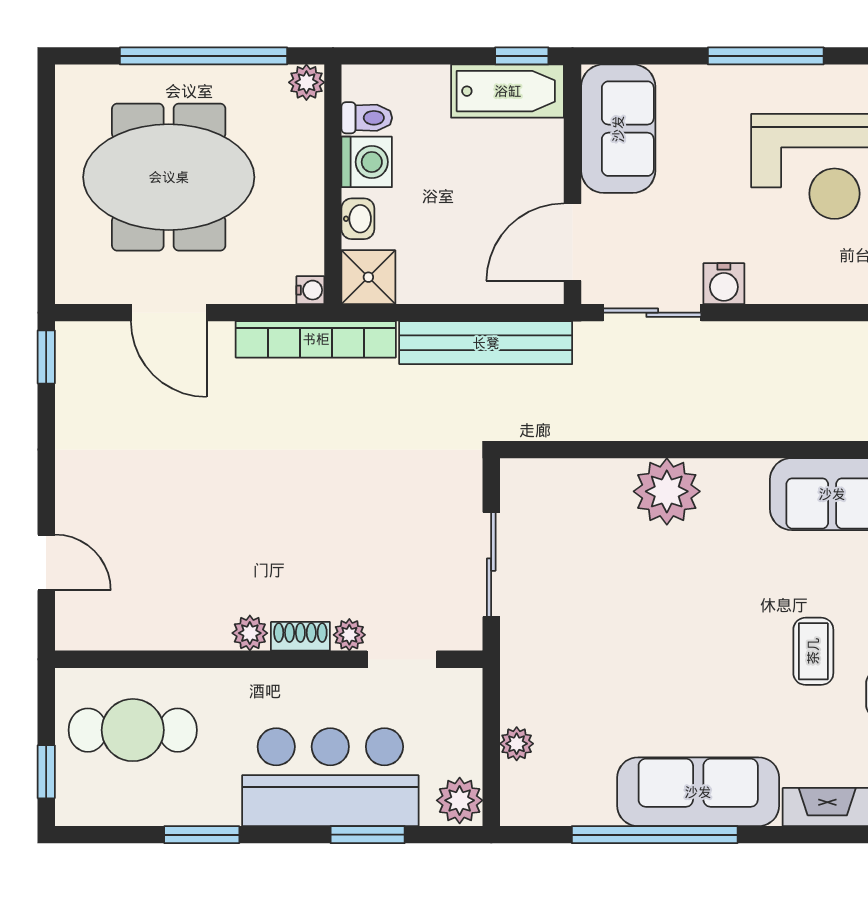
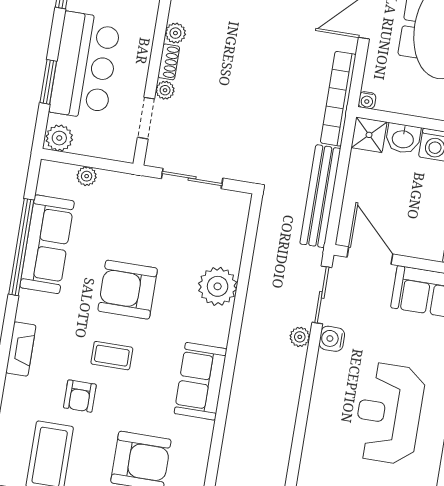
washbasin: (358, 219) -> (403, 139), width x1.38, depth x1.45
plant: (730, 338) -> (300, 337), added
armchair: (697, 643) -> (128, 290), added
sofa: (698, 792) -> (47, 244), moved

